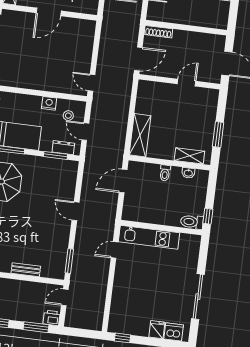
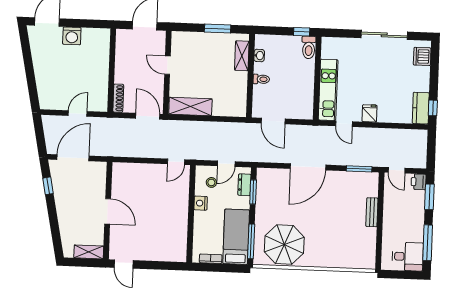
shelving: (140, 135) -> (190, 107), moved
door: (75, 211) -> (308, 167), width x1.87
kitchen counter: (123, 326) -> (421, 108), added
fridge: (157, 330) -> (370, 113), moved, turned 90

